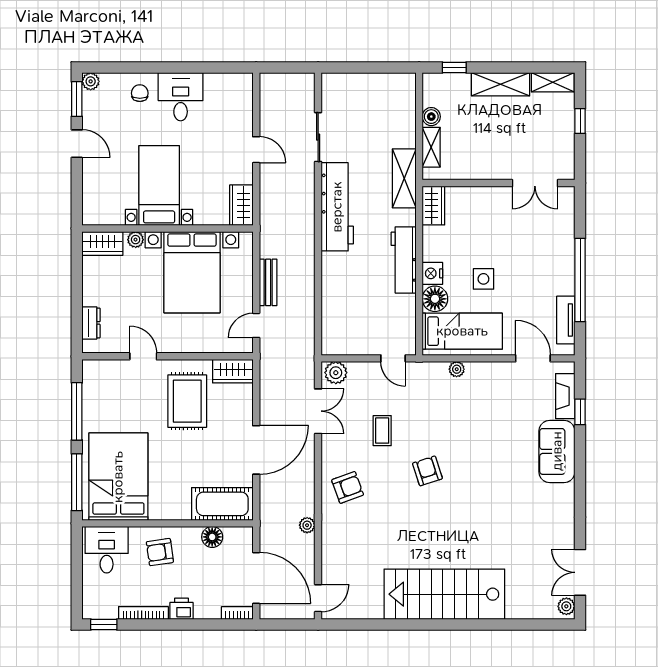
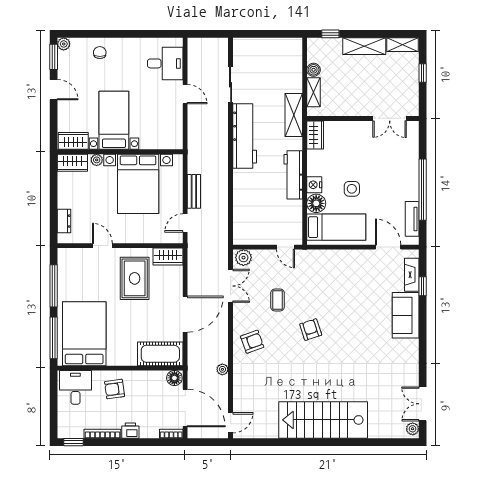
desk: (181, 97) -> (165, 63), moved, turned 90
wardrobe: (241, 205) -> (73, 141), moved, turned 90
plant: (457, 369) -> (332, 255), removed
floor lamp: (212, 537) -> (174, 378), moved

